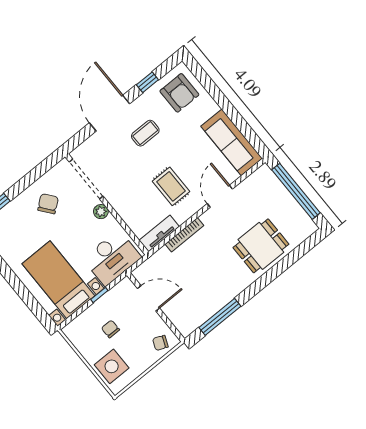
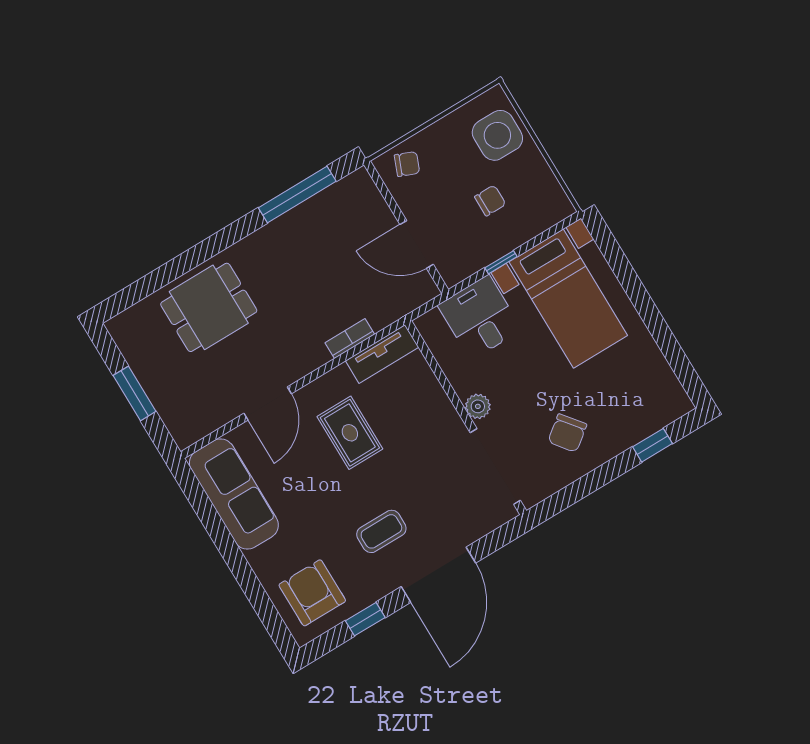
window: (296, 191) -> (135, 393), width x0.47
bookcase: (184, 235) -> (350, 339), width x0.64
desk: (112, 258) -> (480, 317), width x0.73
chair: (110, 329) -> (490, 201), turned -90

